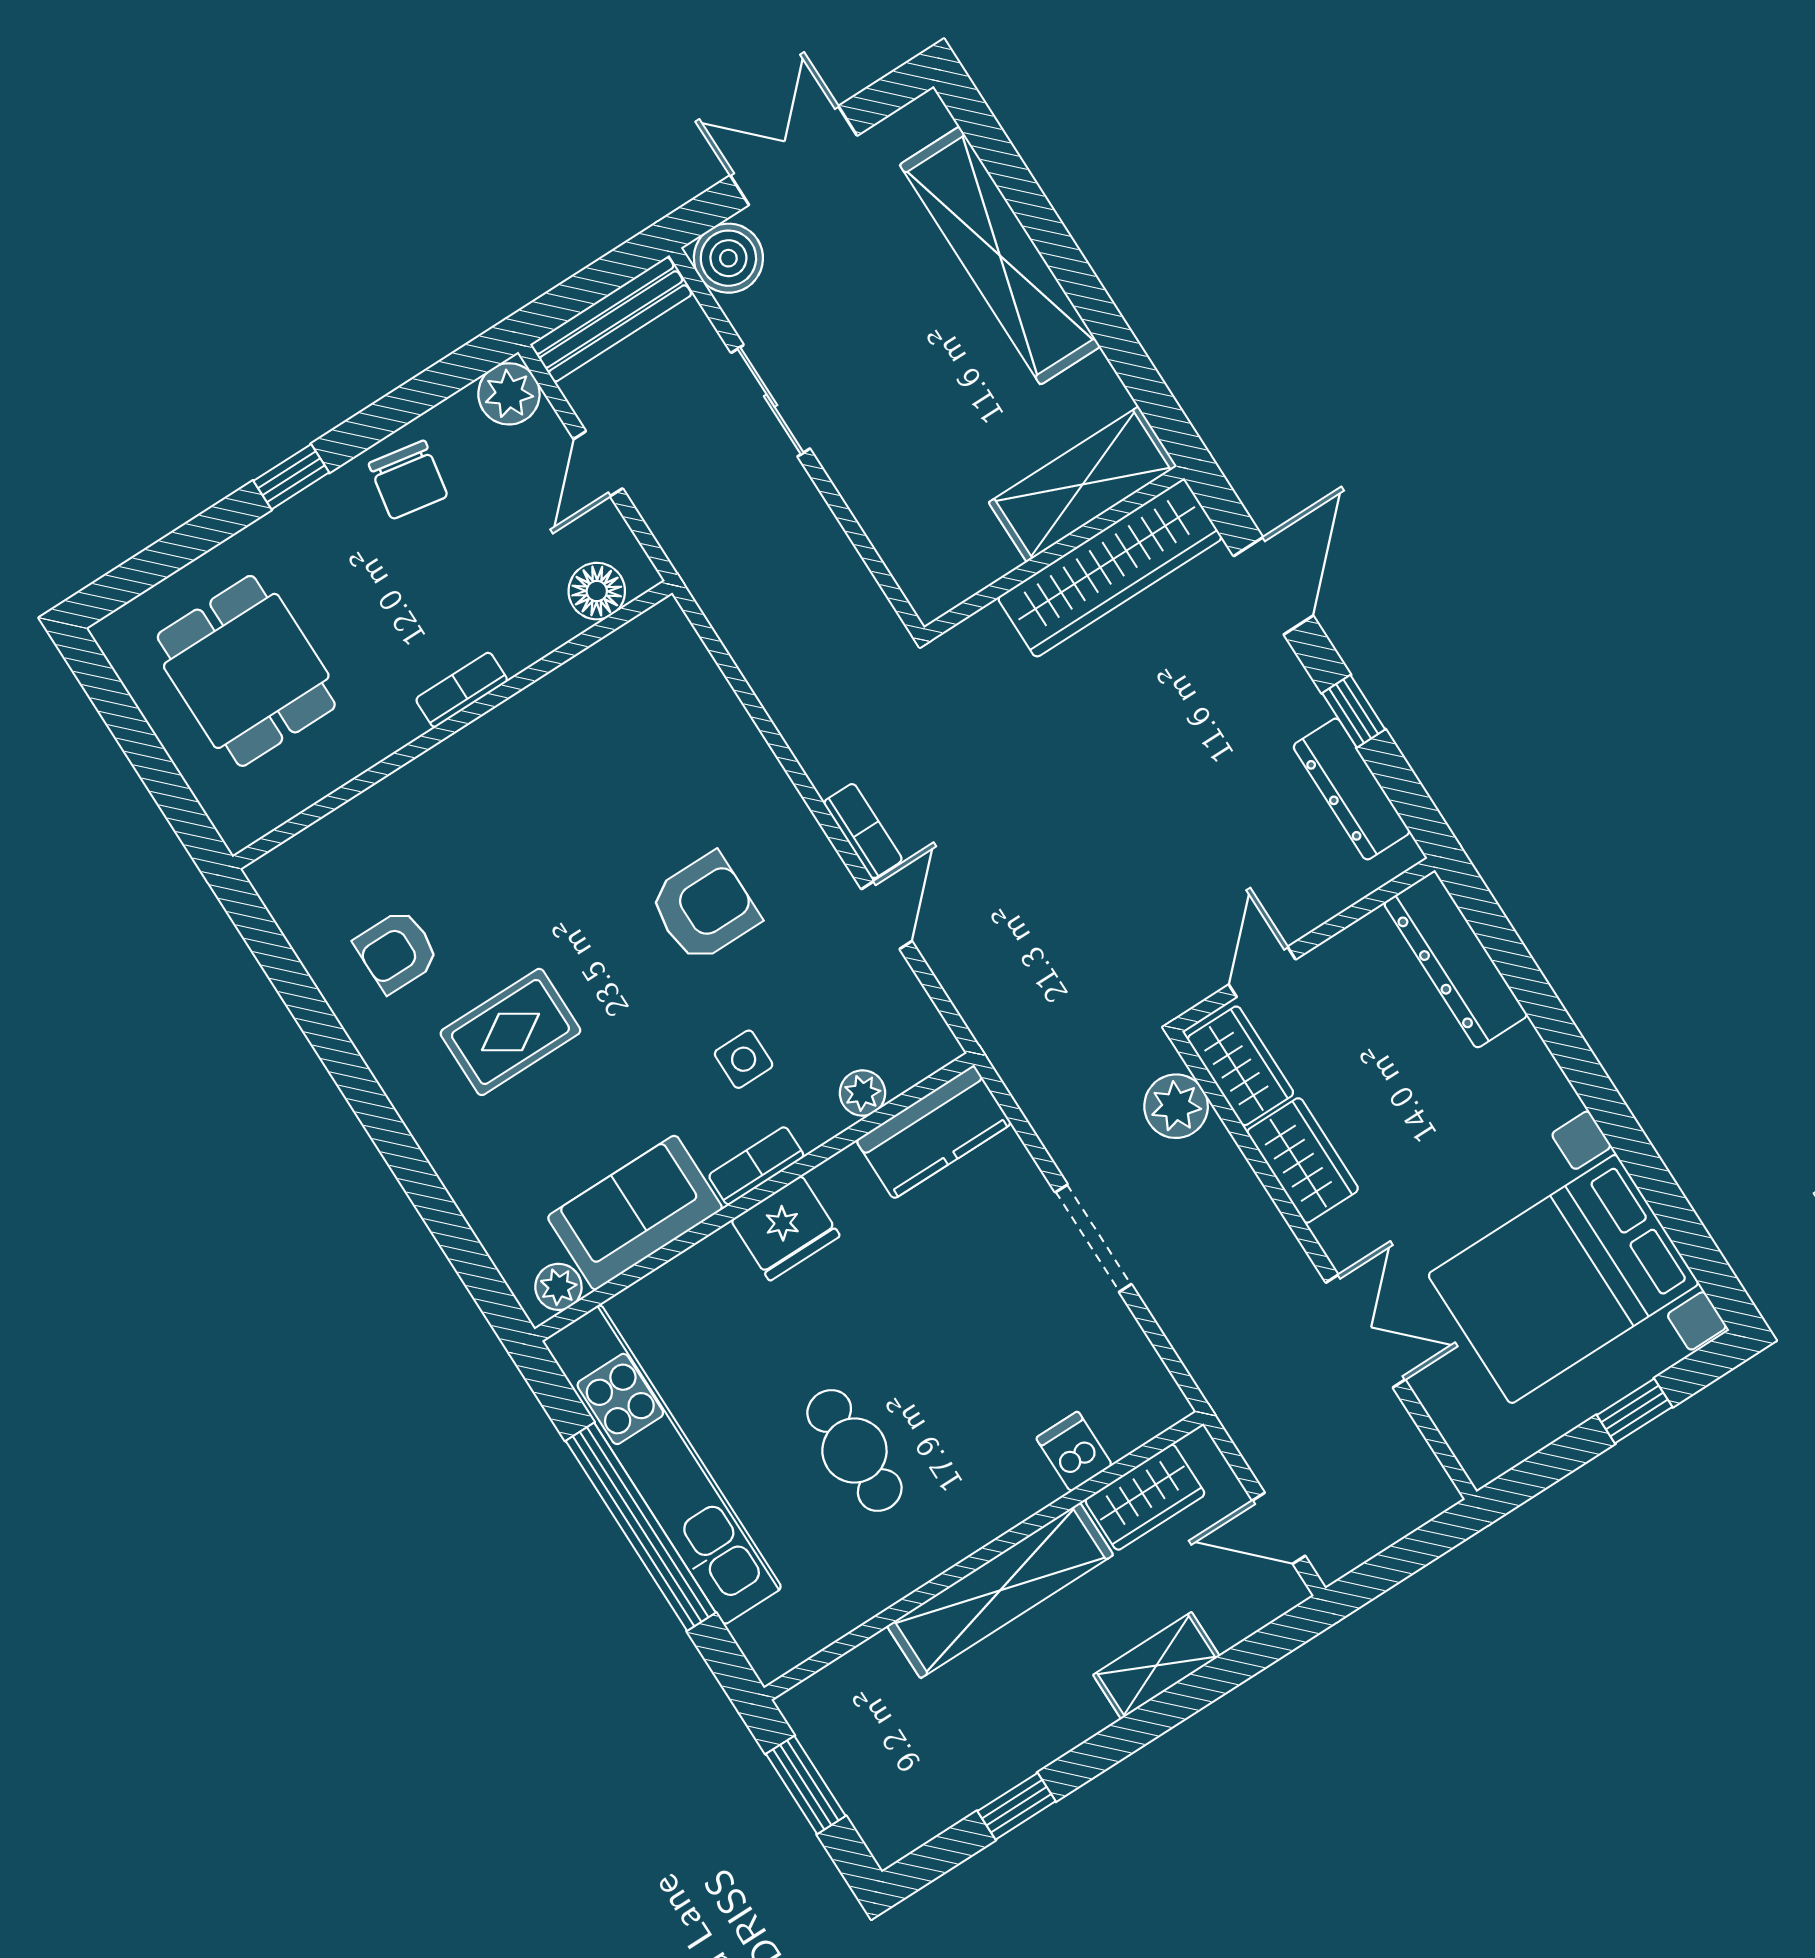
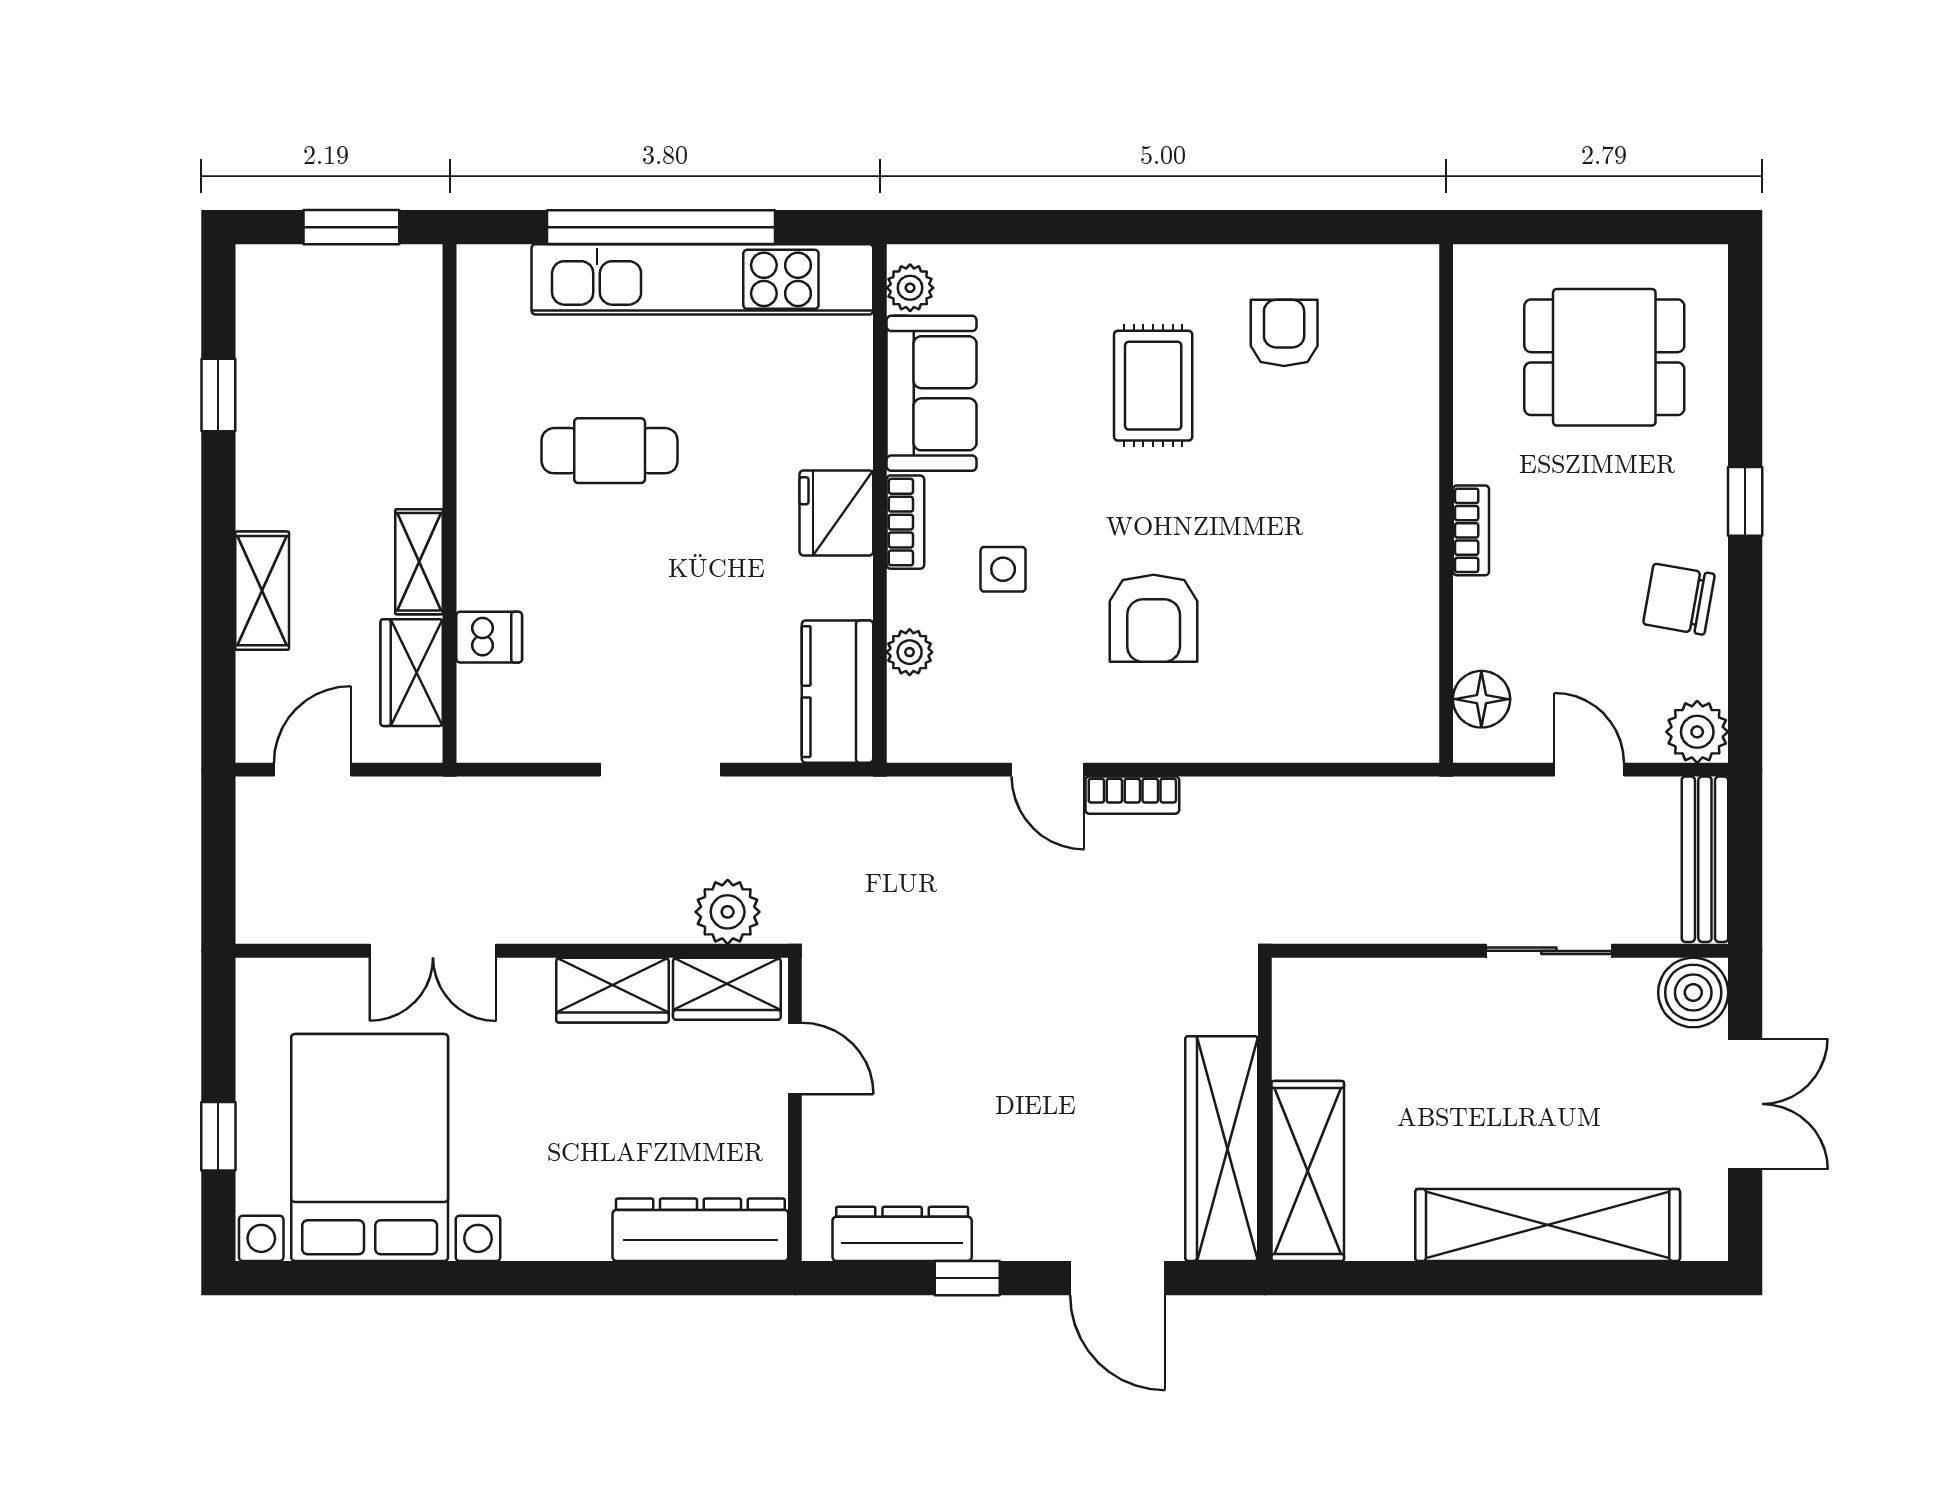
shelving: (1000, 1590) -> (419, 562), width x0.45, depth x0.75

